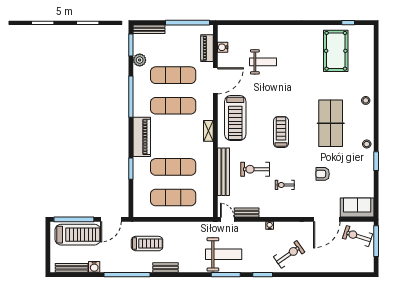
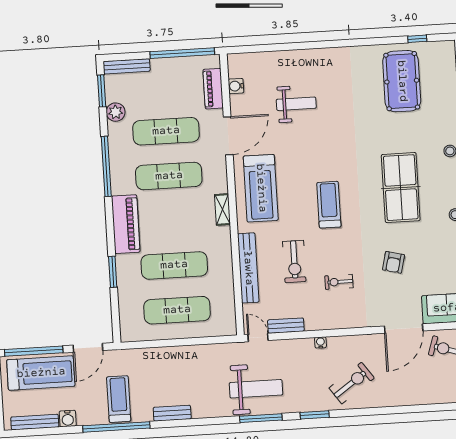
exercise bike: (255, 169) -> (294, 261), turned -90
armchair: (323, 174) -> (393, 262), turned -76
treadmill: (147, 244) -> (119, 399), moved, turned -90

